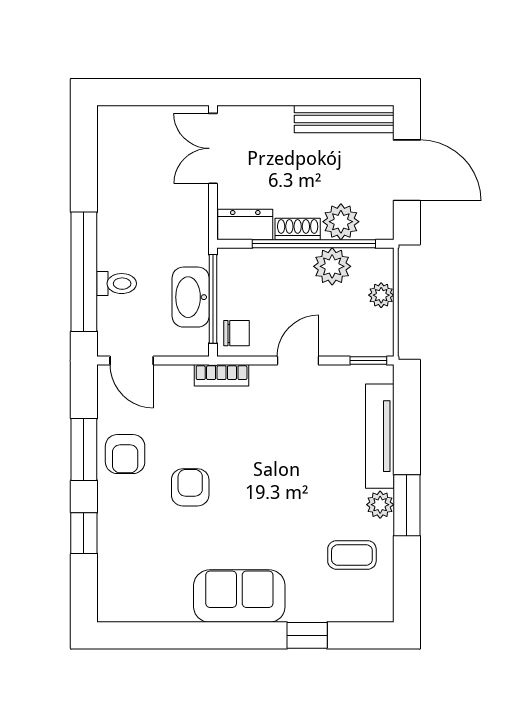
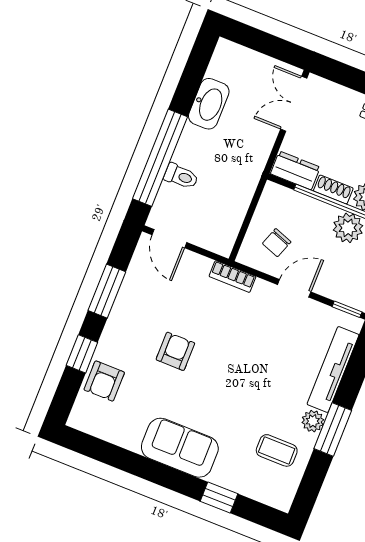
washbasin: (191, 297) -> (209, 104), moved, turned 180
window: (213, 299) -> (249, 217), removed
chair: (236, 333) -> (277, 243), moved, turned 110
armchair: (125, 454) -> (104, 381), moved

